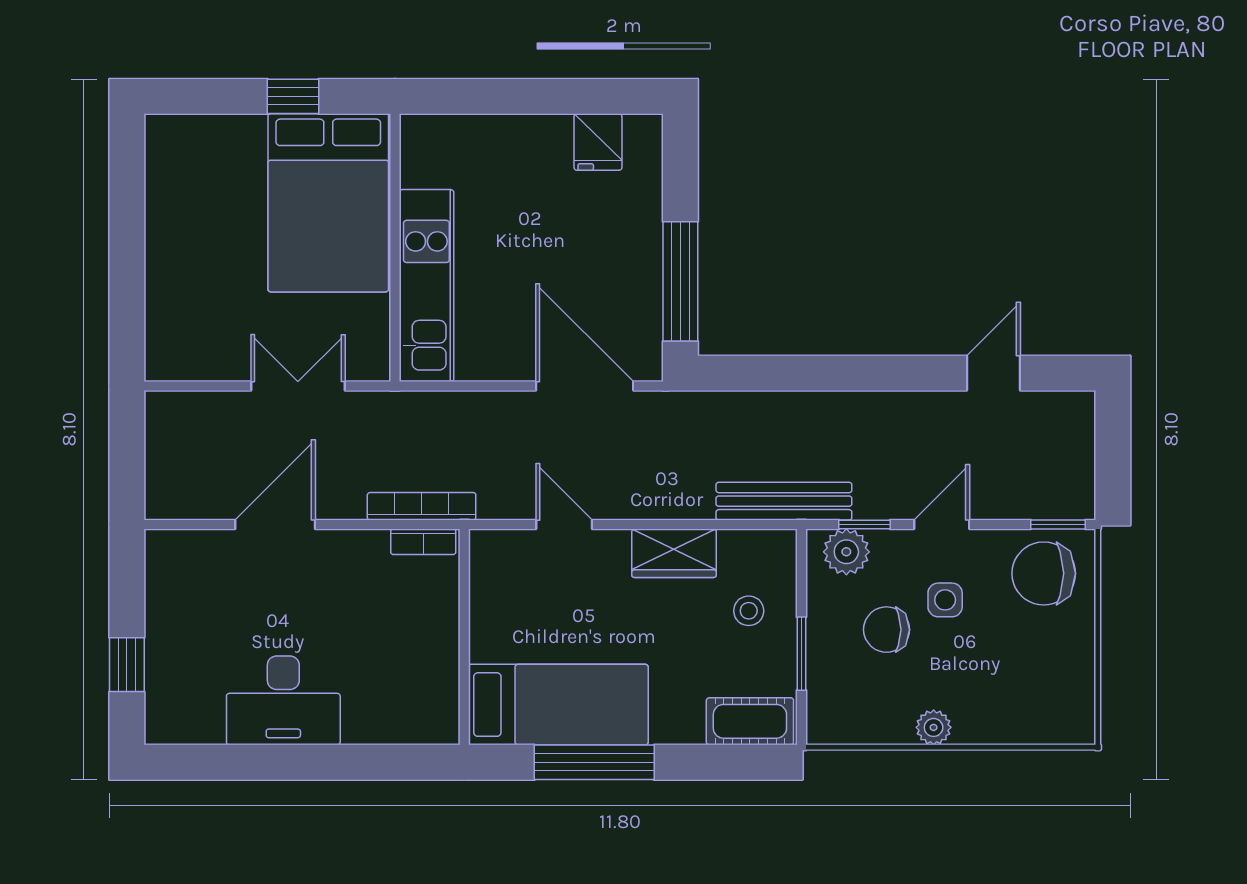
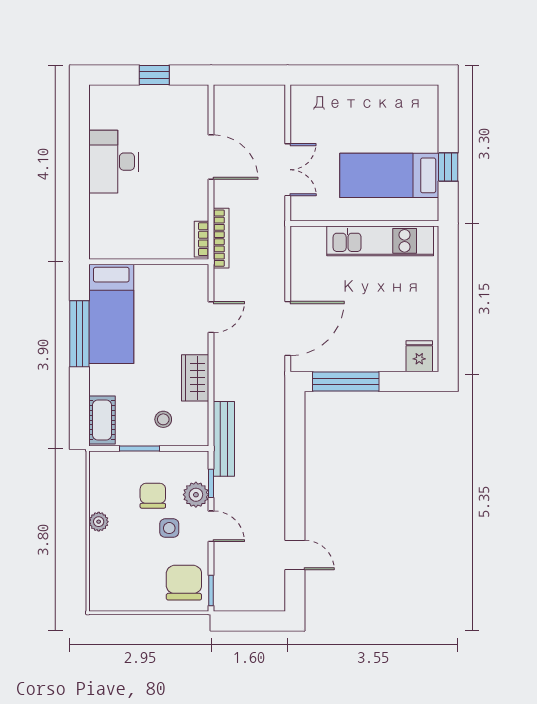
fridge: (598, 142) -> (419, 356), moved, turned 90
bed: (328, 203) -> (389, 175), width x0.67
kitchen unit: (426, 286) -> (380, 241), moved
plant: (846, 552) -> (196, 495), moved
window: (127, 665) -> (154, 75), moved

